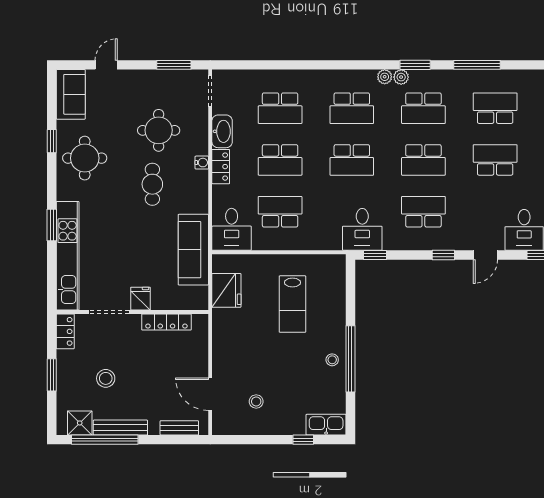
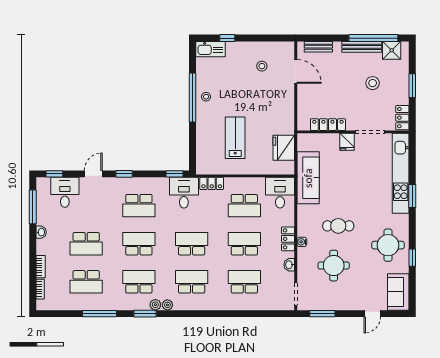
washbasin: (222, 131) -> (289, 265), width x0.52, depth x0.69
cafe table: (152, 184) -> (338, 226), turned 90
locker: (324, 242) -> (212, 183), added

